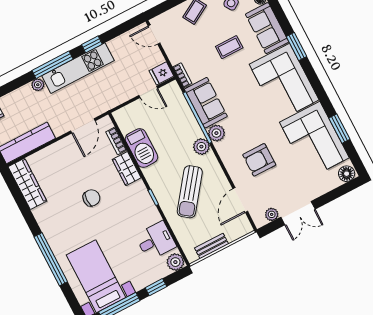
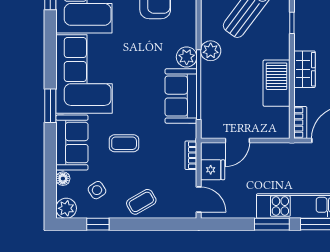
window: (92, 44) -> (272, 224), width x1.50
fridge: (161, 73) -> (213, 170), moved
bookcase: (182, 75) -> (191, 155), moved
door: (148, 92) -> (237, 140), swing flipped
bookcase: (116, 141) -> (300, 123), moved

